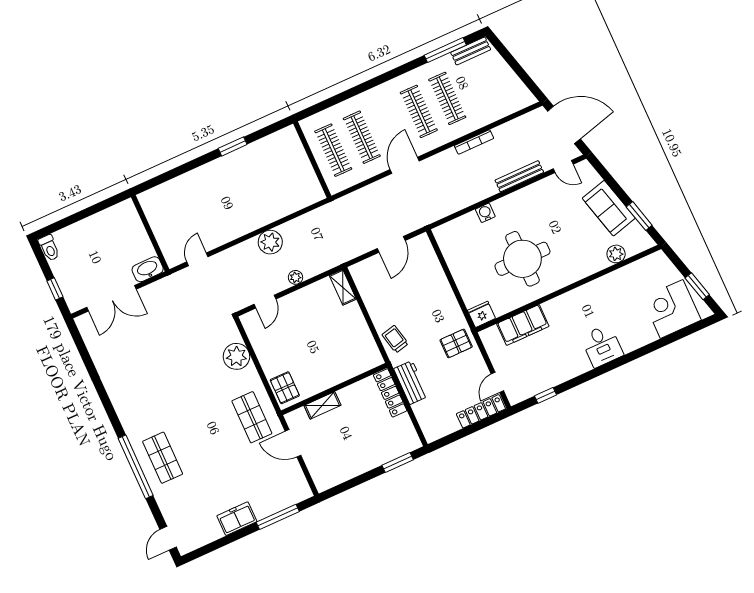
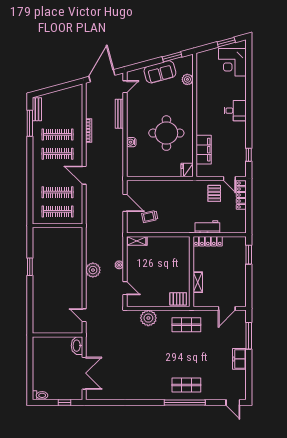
trolley: (395, 339) -> (150, 217), moved
pallet: (456, 343) -> (214, 193), moved
door: (293, 443) -> (227, 308), moved

